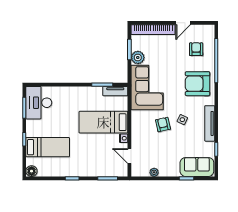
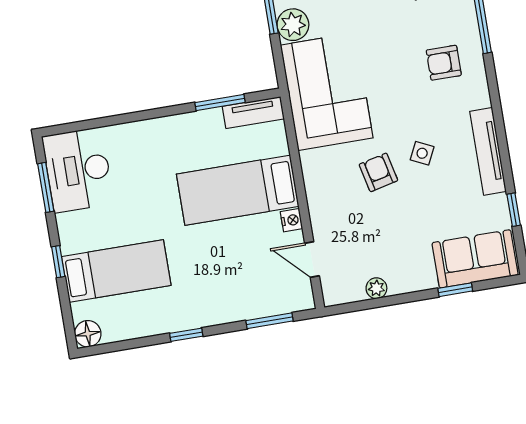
armchair: (198, 84) -> (444, 63), width x0.53, depth x0.53

